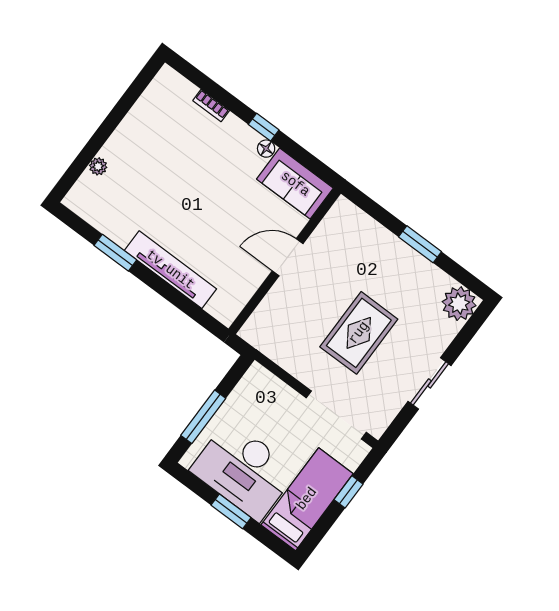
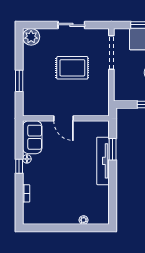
window: (420, 244) -> (19, 81), moved
window: (115, 253) -> (113, 149), moved

